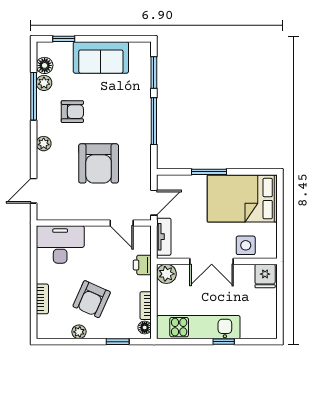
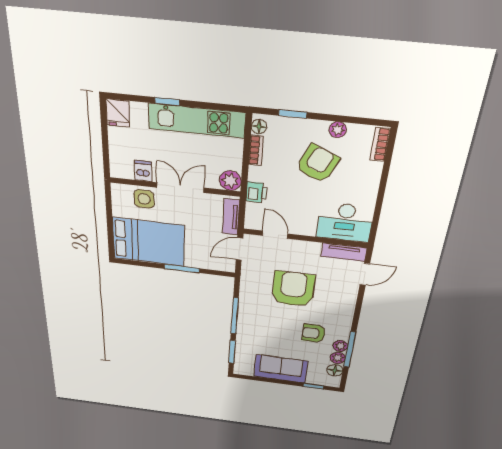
plant: (44, 144) -> (340, 346), moved
tv unit: (57, 213) -> (344, 252), added
dishwasher: (246, 274) -> (143, 171), added
fridge: (265, 276) -> (118, 113), moved, turned 180
bookcase: (42, 299) -> (380, 144), moved

